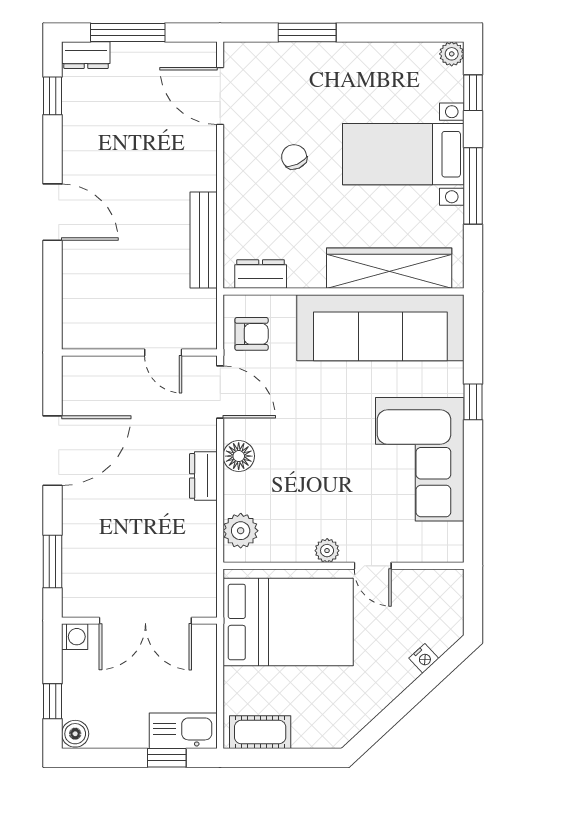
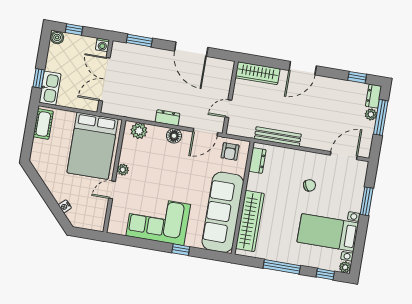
plant: (125, 54) -> (371, 114), added
bed with nightstands: (403, 154) -> (328, 233), moved, turned -90
wardrobe: (79, 304) -> (258, 73), added

